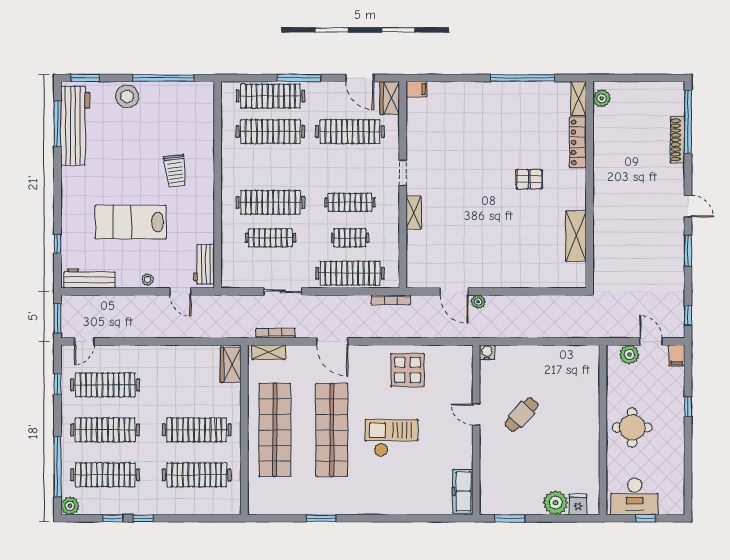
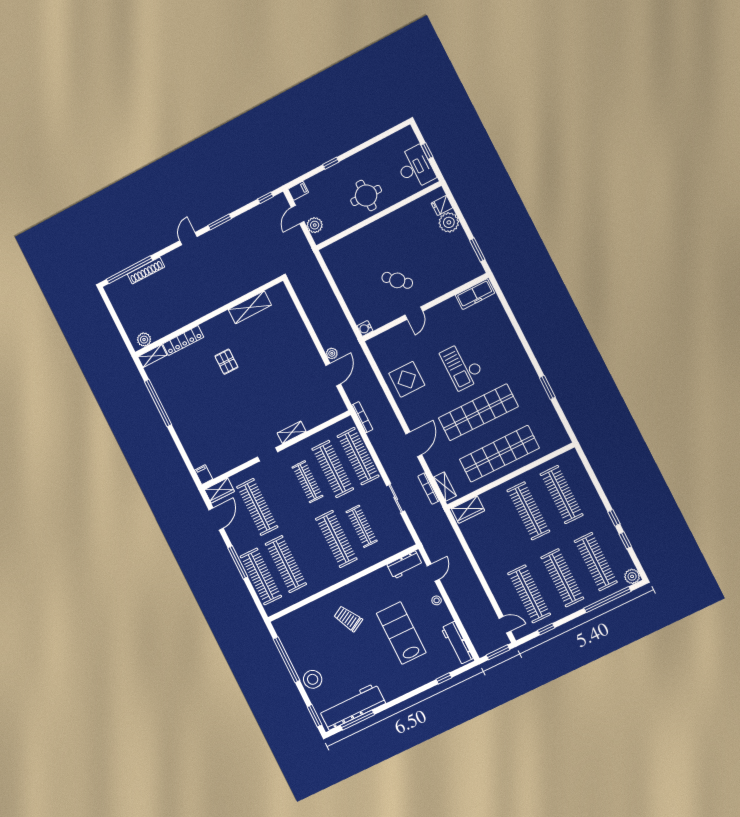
trolley: (175, 171) -> (348, 619), turned -112
lab bench: (131, 222) -> (401, 633), turned 180
clothes rail: (350, 238) -> (333, 469), width x1.86, depth x1.31

